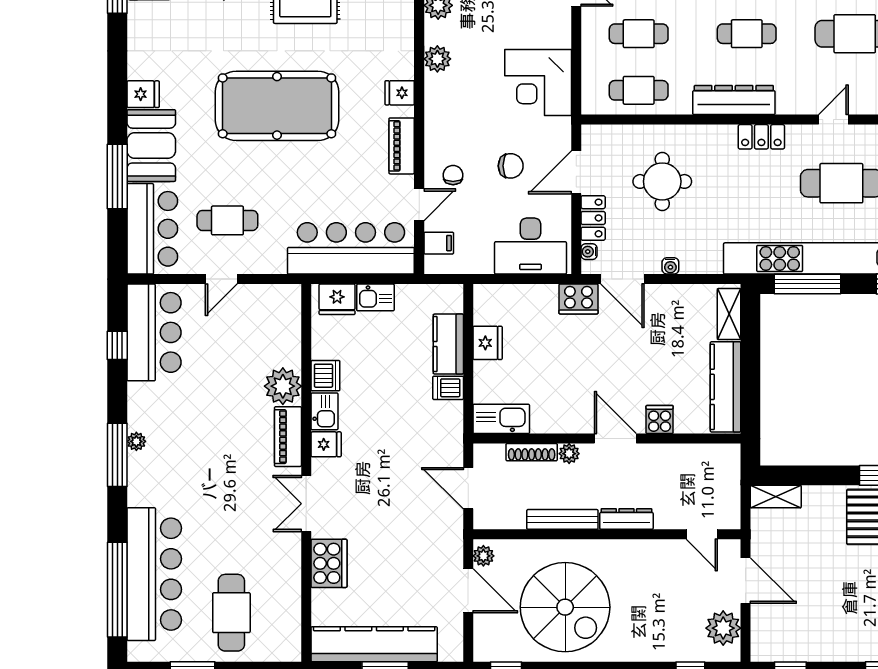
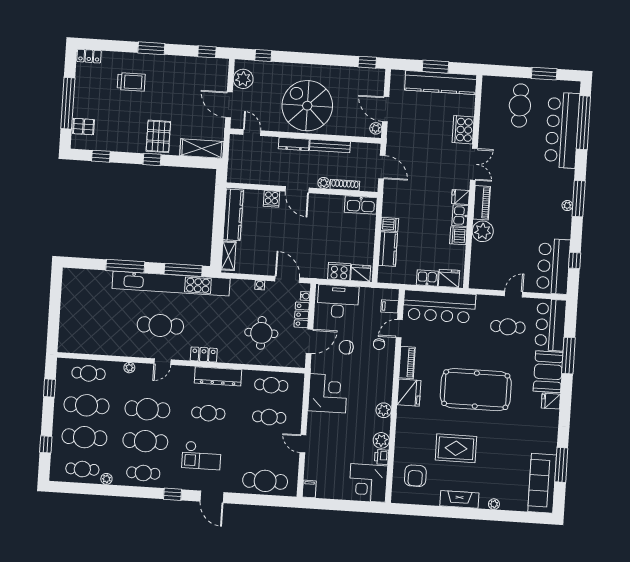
fridge: (400, 93) -> (409, 393), width x1.88, depth x1.34
cooker: (578, 299) -> (339, 271), moved
fridge: (488, 343) -> (361, 273), moved, turned 90
shelving: (776, 497) -> (202, 149), width x1.50, depth x1.33
spiral stairs: (565, 607) -> (307, 106), moved

